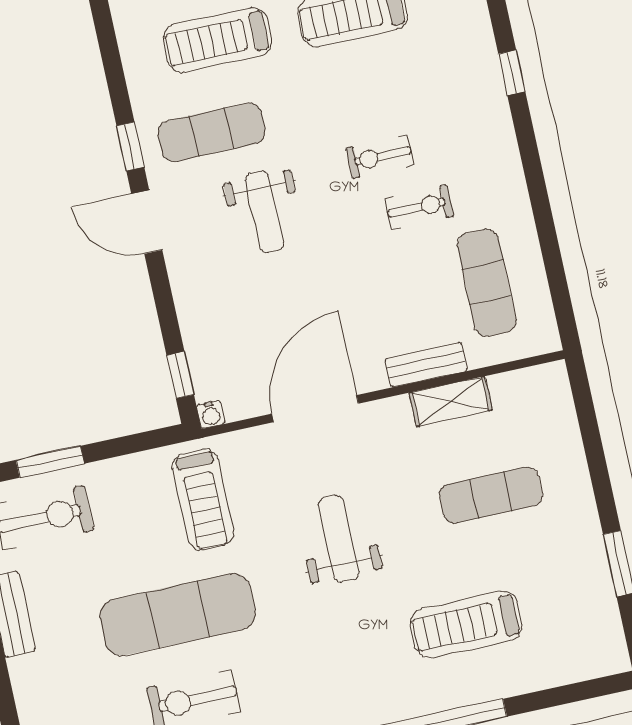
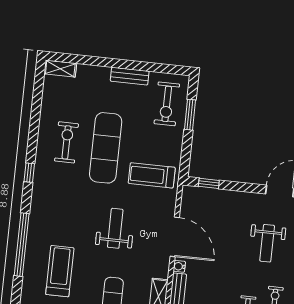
weight bench: (264, 212) -> (267, 243), turned -90
water cooler: (211, 414) -> (179, 266), moved
weight bench: (339, 539) -> (115, 228), turned -90

